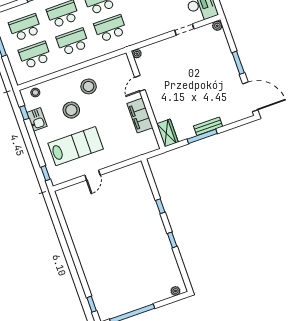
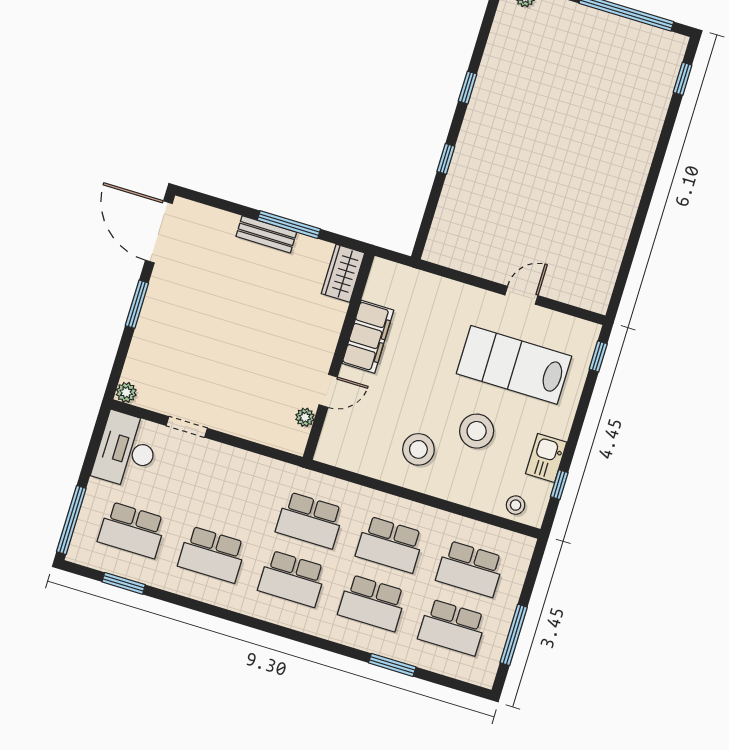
plant: (137, 54) -> (305, 417), moved

